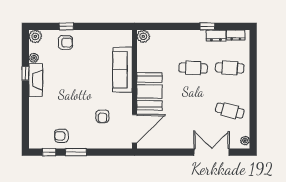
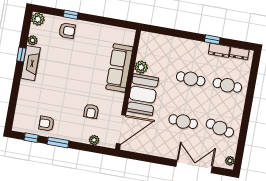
plant: (143, 36) -> (141, 67), moved
cafe table: (193, 111) -> (183, 122), added
plant: (110, 144) -> (94, 140), added

